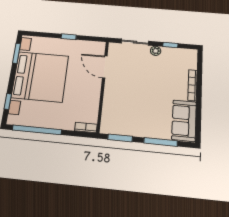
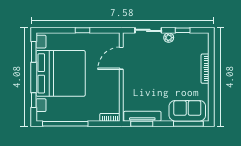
door: (105, 67) -> (121, 58), hinge flipped
sofa: (184, 121) -> (187, 111), moved, turned 90
tv unit: (121, 130) -> (142, 116), added
window: (161, 142) -> (188, 124), moved

